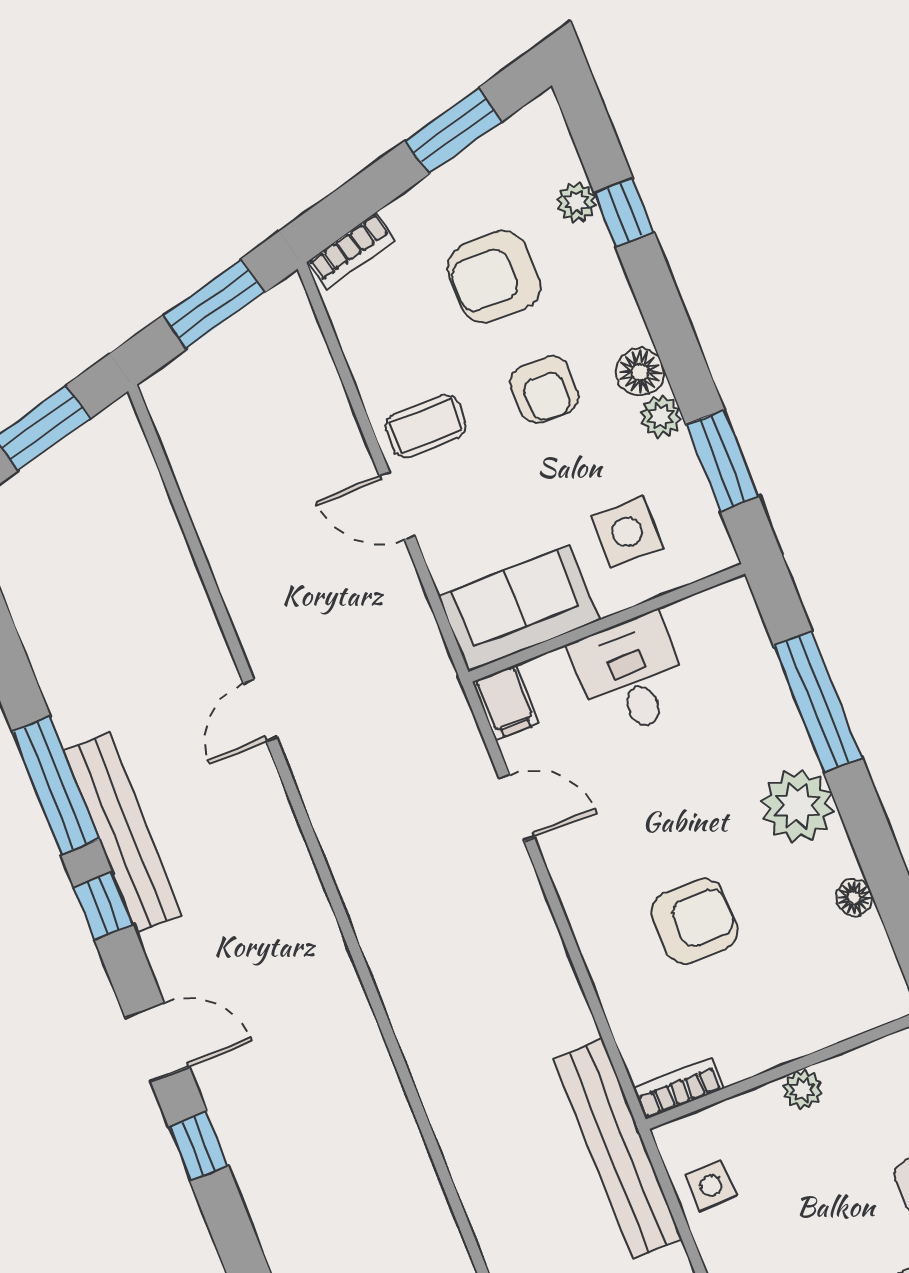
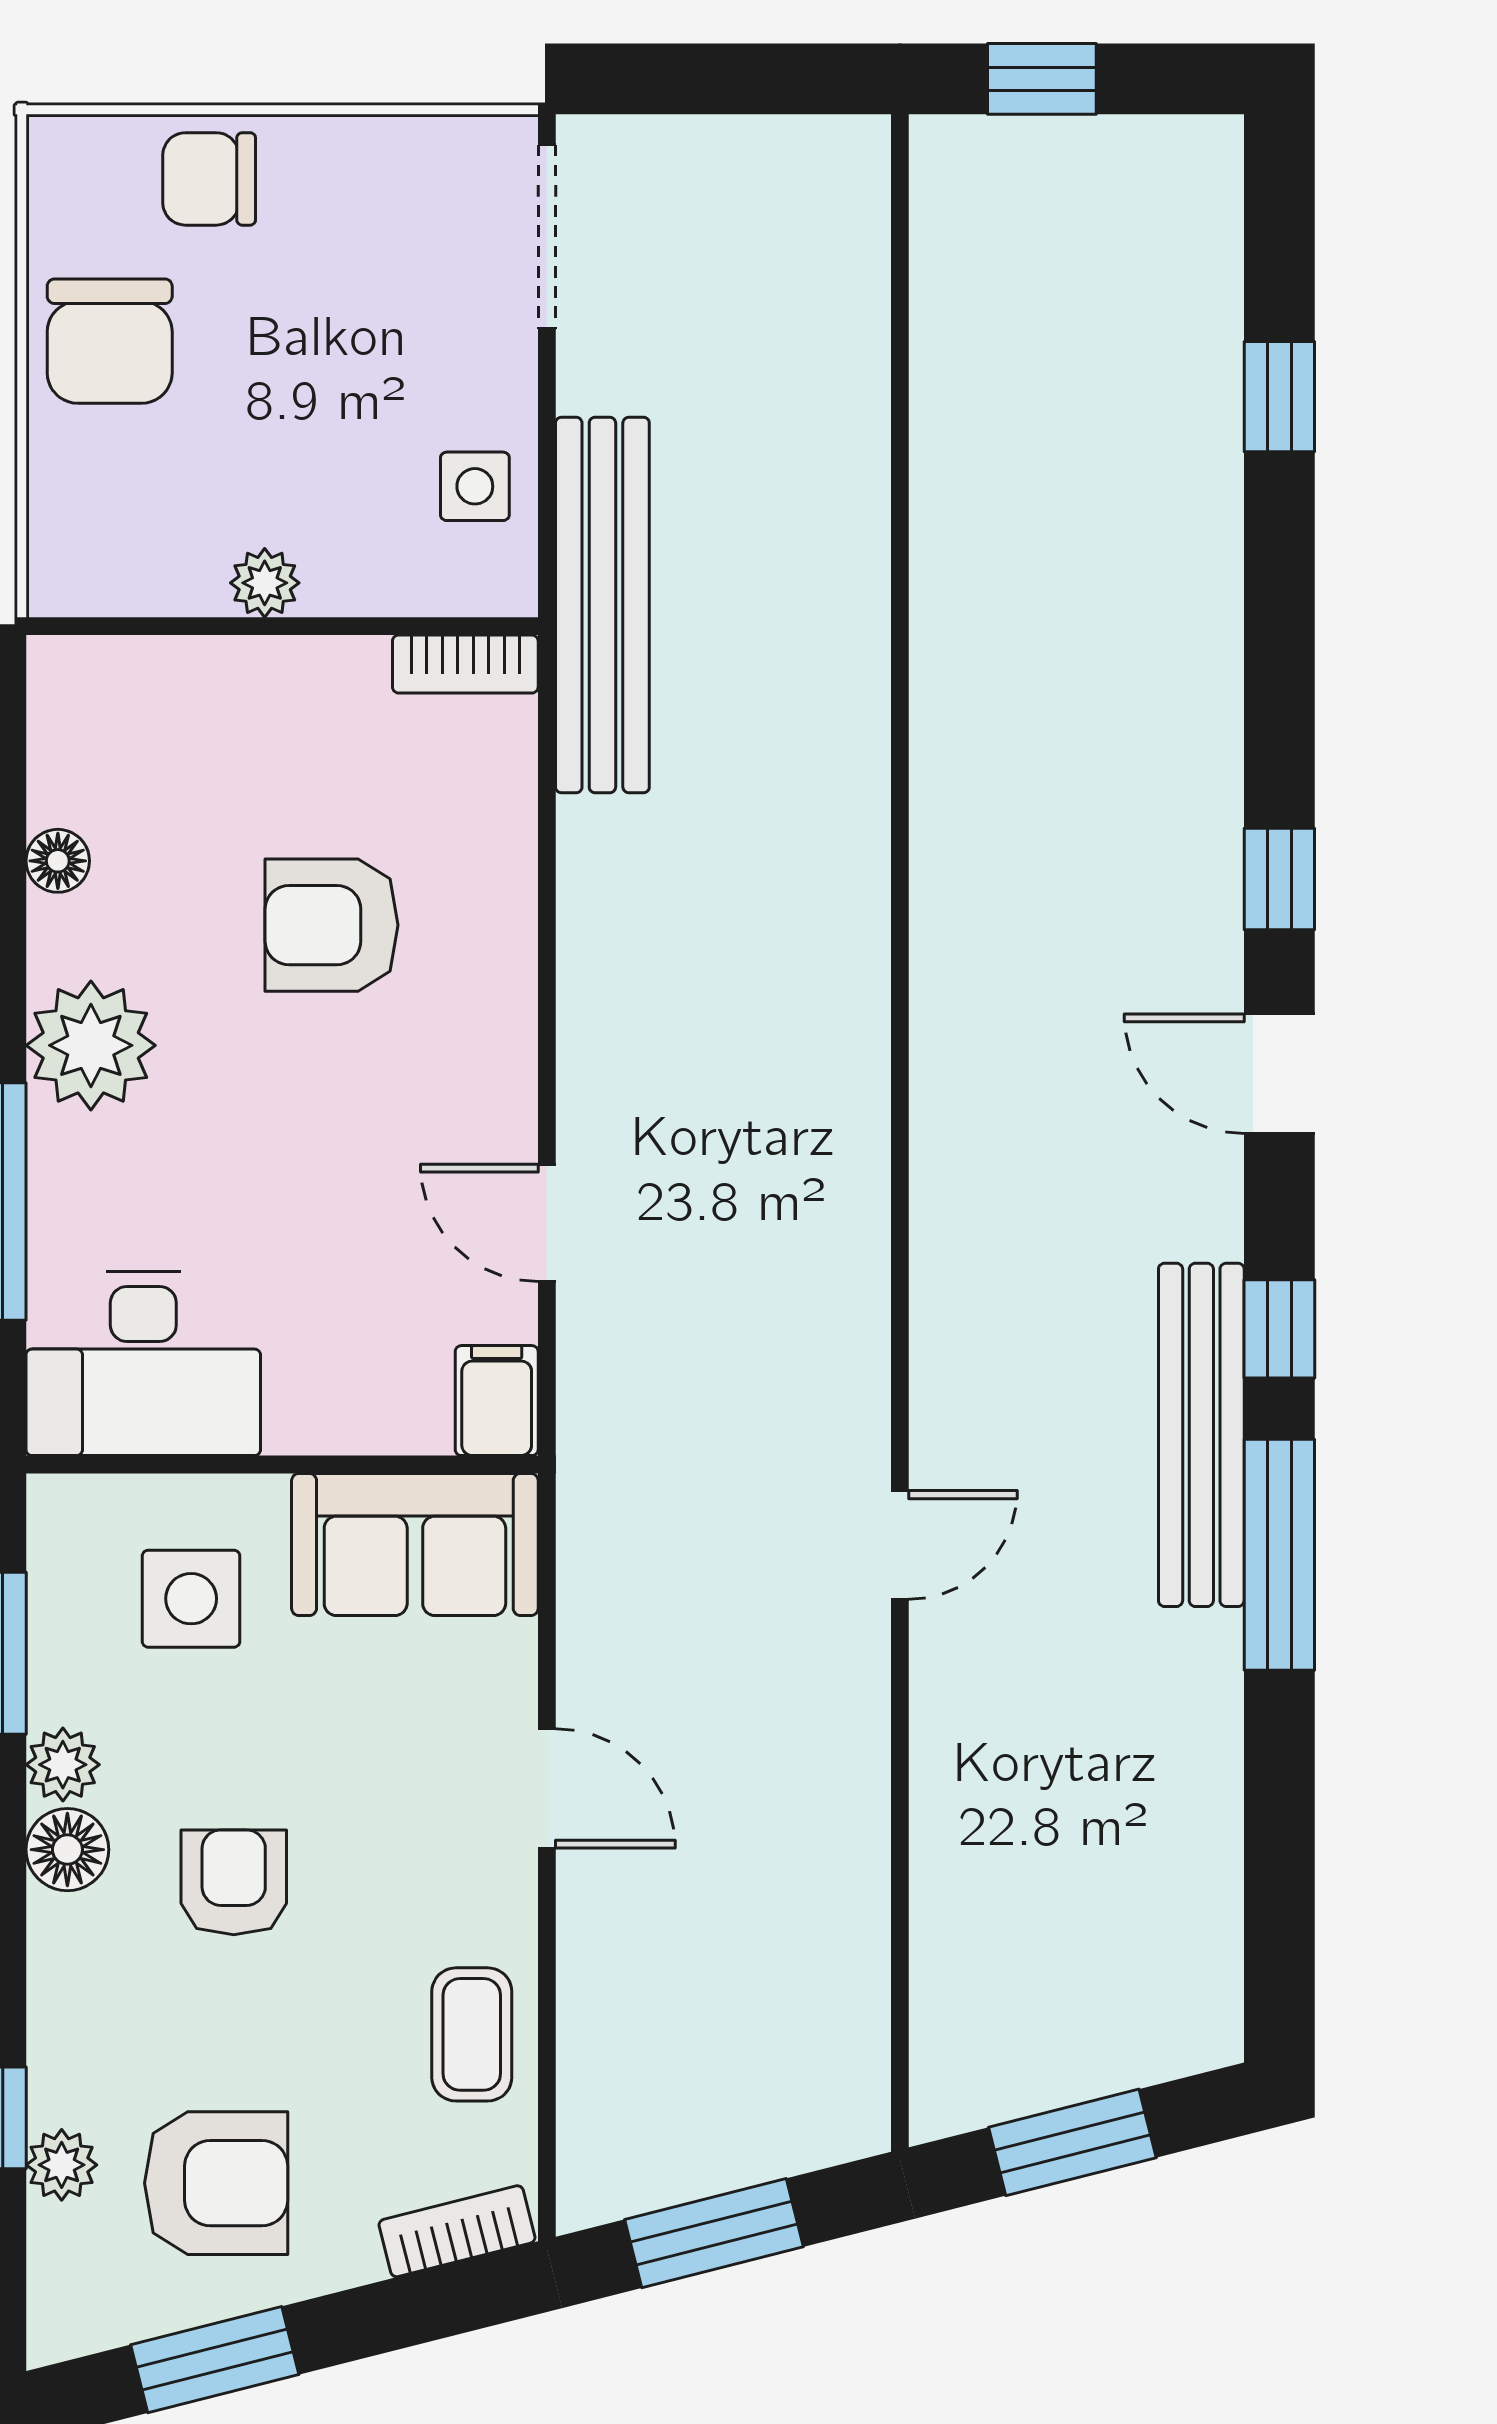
armchair: (494, 277) -> (216, 2183), moved
coffee table: (426, 426) -> (472, 2034), moved, turned 90
desk: (631, 675) -> (143, 1364), moved, width x1.37

